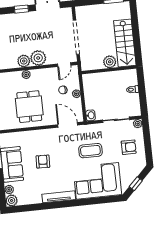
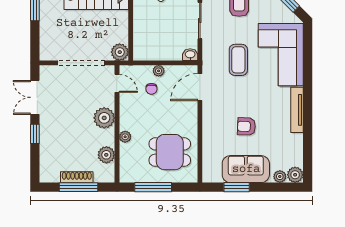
plant: (24, 61) -> (106, 155), moved
plant: (110, 62) -> (120, 52), moved
dining table: (29, 107) -> (170, 152), moved

